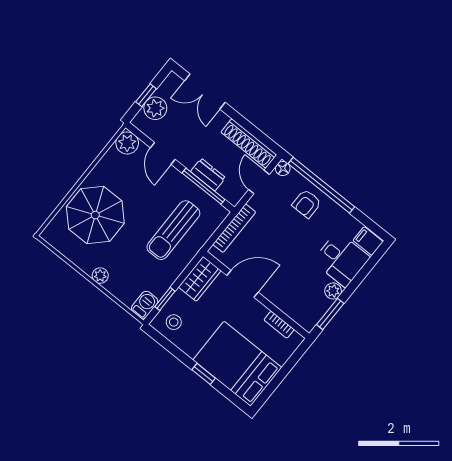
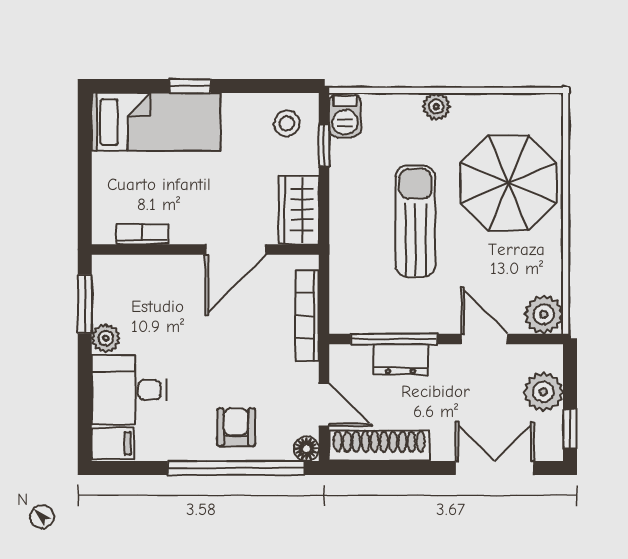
window: (146, 95) -> (570, 429), moved
sun lounger: (173, 230) -> (415, 221), moved
bed: (237, 364) -> (156, 122), width x0.67

